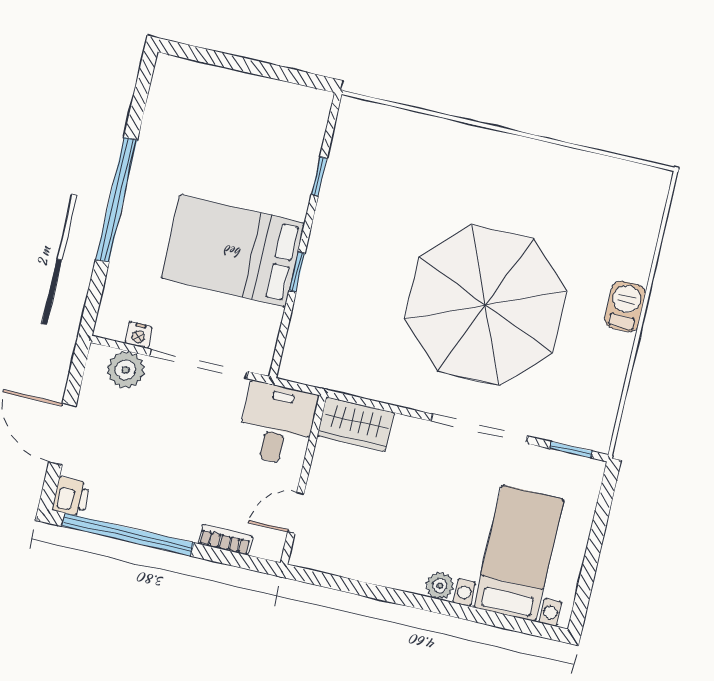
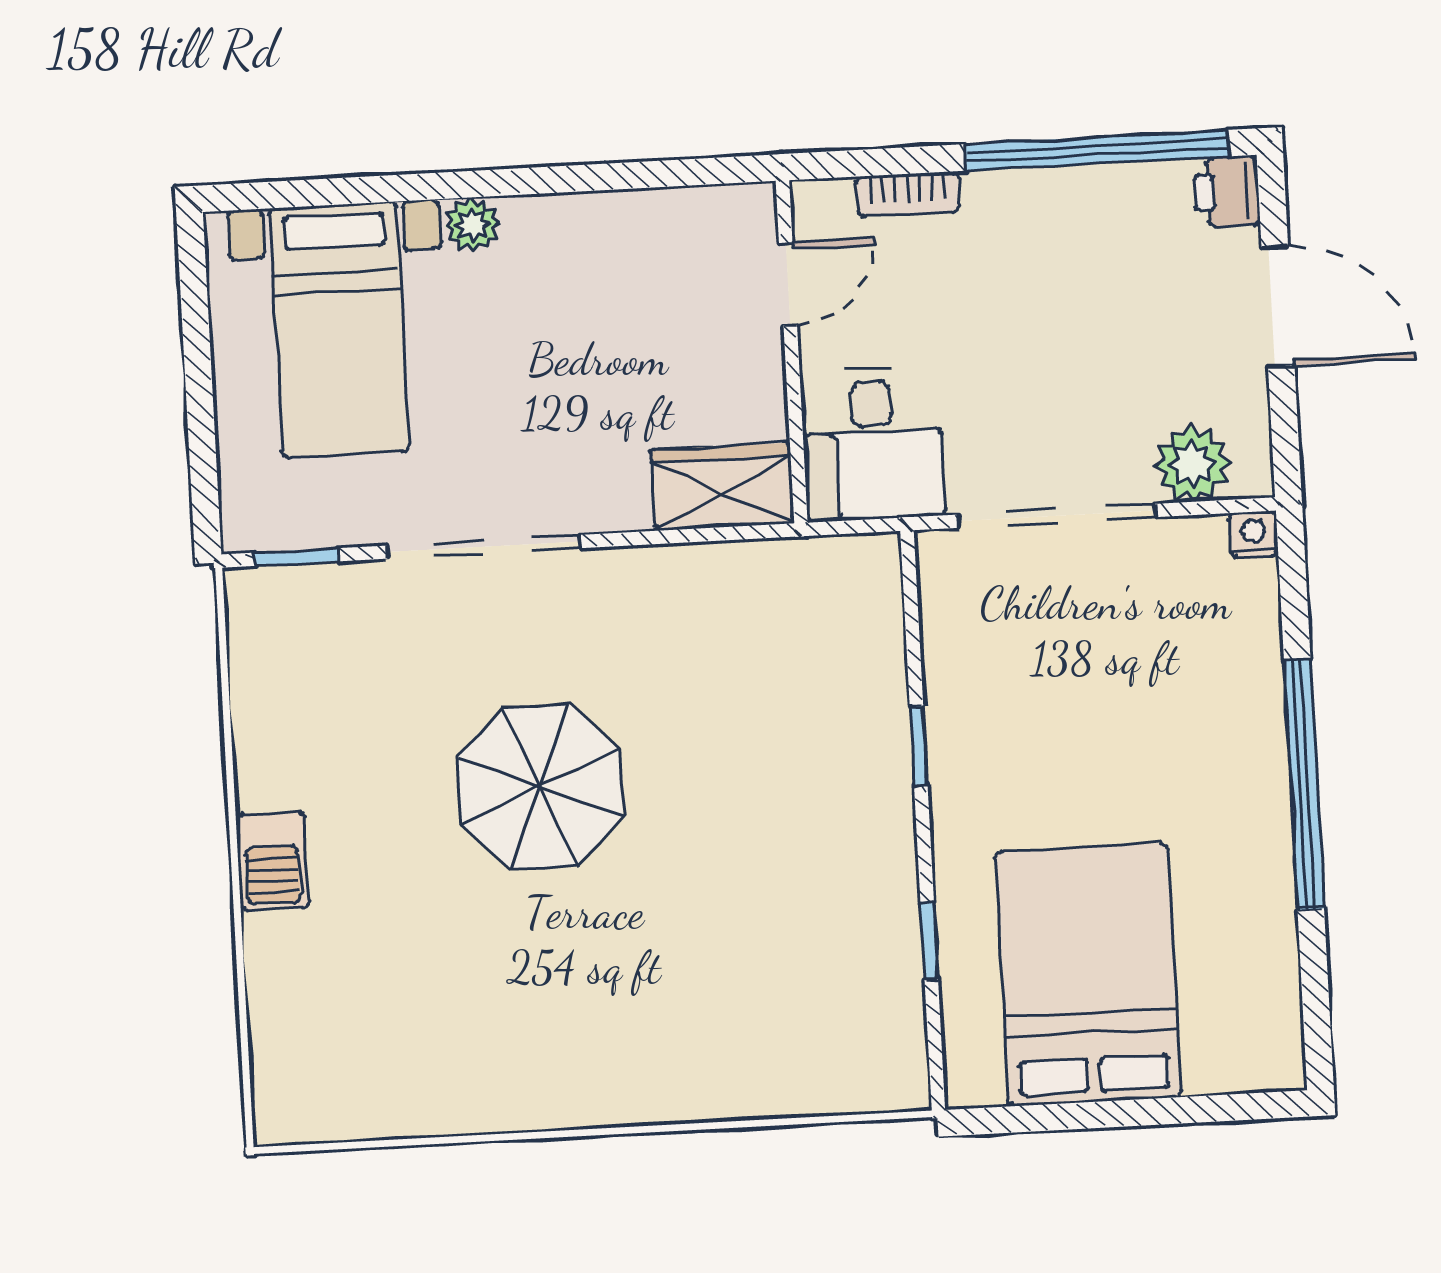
bed: (233, 251) -> (1089, 974), moved, turned -90
parasol: (486, 305) -> (540, 787), width x0.54, depth x0.54
nightstand: (139, 335) -> (1253, 534), moved

